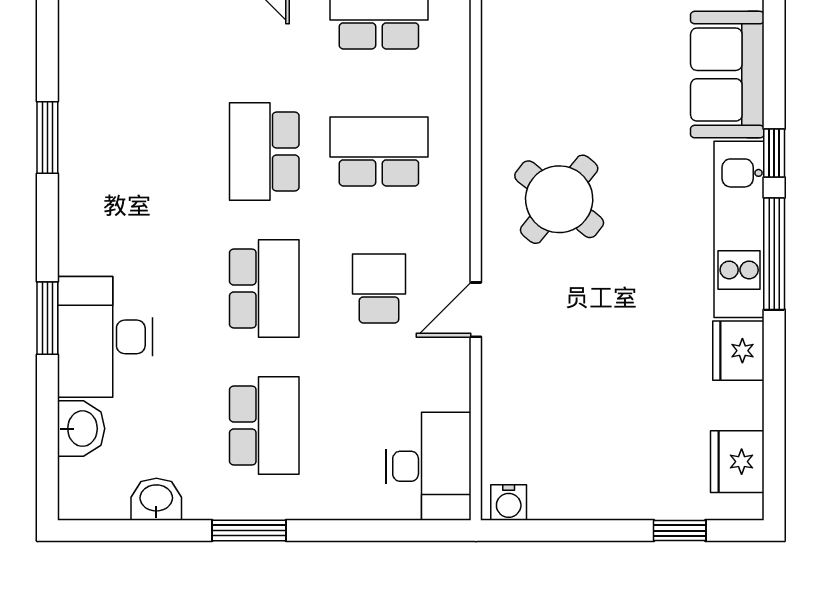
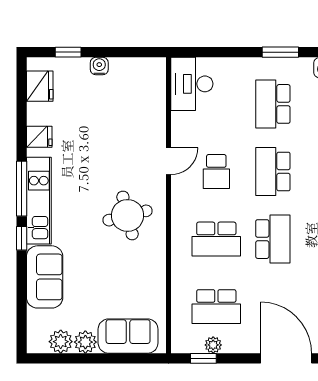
round table: (559, 199) -> (128, 215), turned 37
fridge: (738, 351) -> (39, 137), width x0.72
water cooler: (509, 503) -> (99, 66), moved

